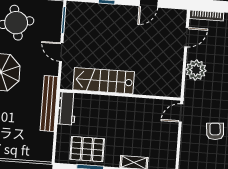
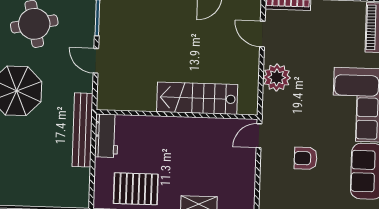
door: (187, 37) -> (262, 34), swing flipped
stairs: (104, 81) -> (197, 98), moved
armchair: (215, 131) -> (306, 158), turned -85

